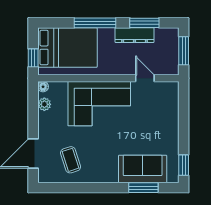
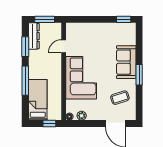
dresser: (134, 35) -> (34, 36), moved
bed: (67, 48) -> (38, 100), width x0.67
sofa: (143, 169) -> (126, 62), moved
window: (143, 188) -> (139, 75), moved

